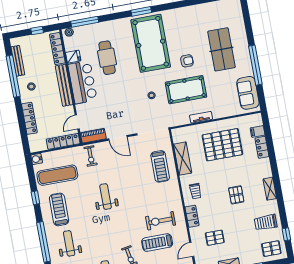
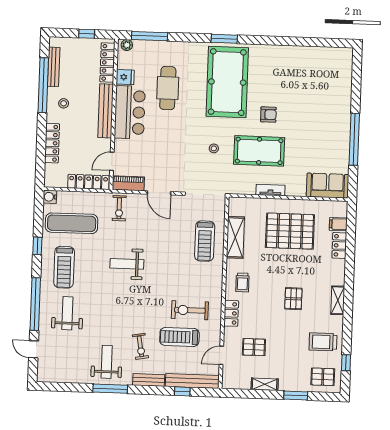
table tennis table: (221, 49) -> (316, 110), removed
sofa: (248, 93) -> (328, 186), moved, turned 90
weight bench: (106, 197) -> (127, 264), turned -90
treadmill: (59, 209) -> (64, 267), turned 180

